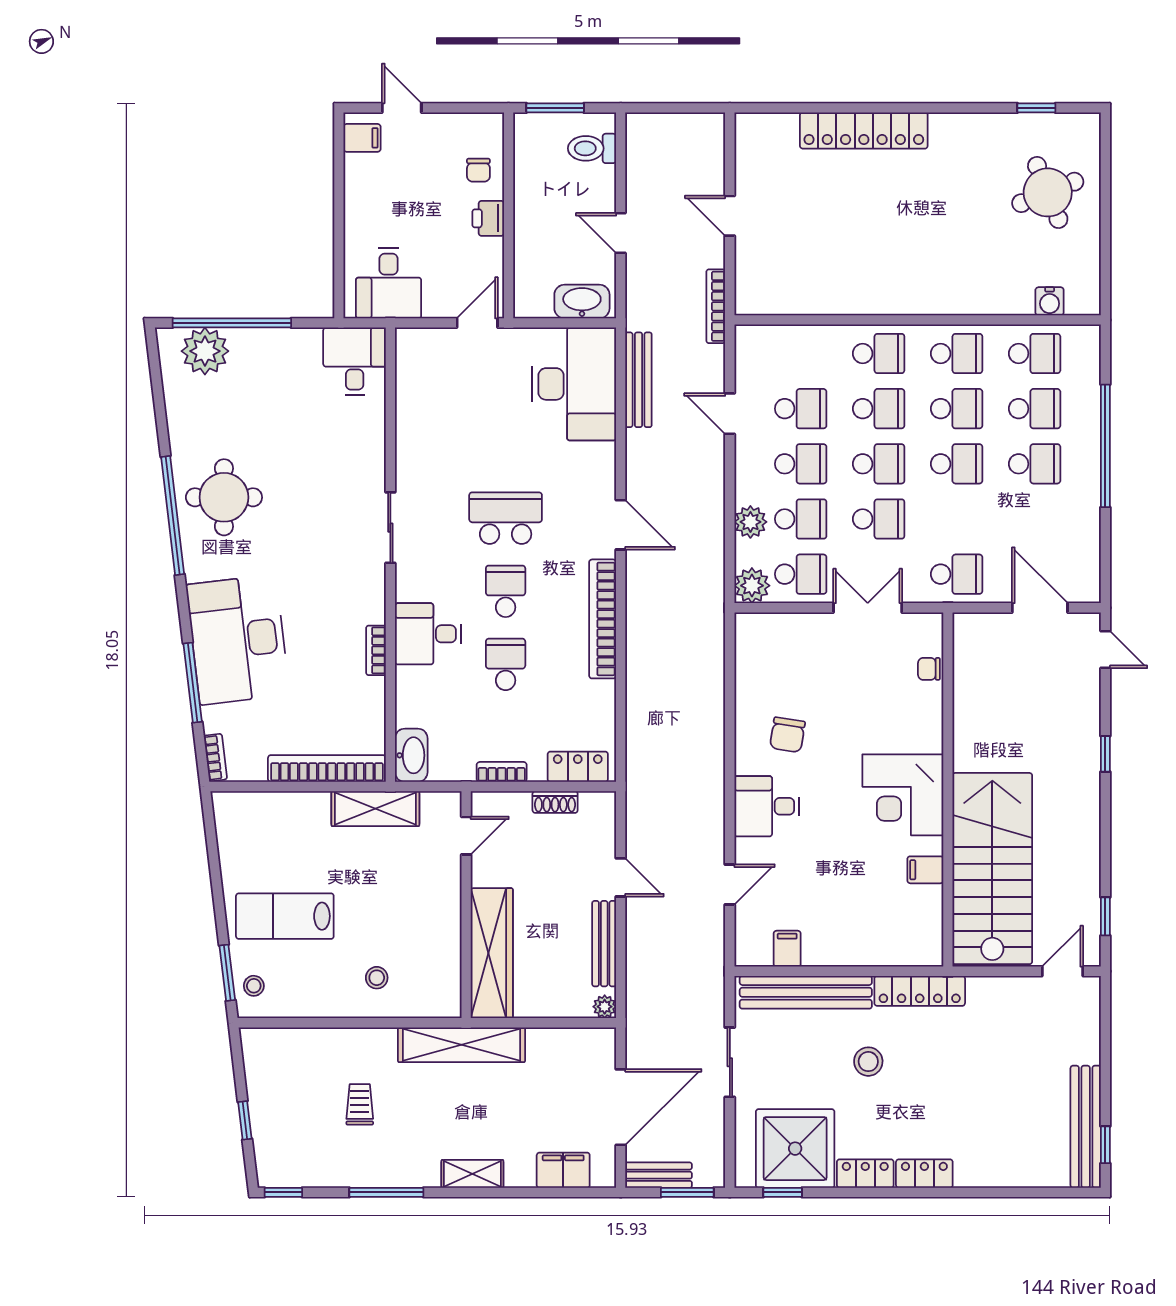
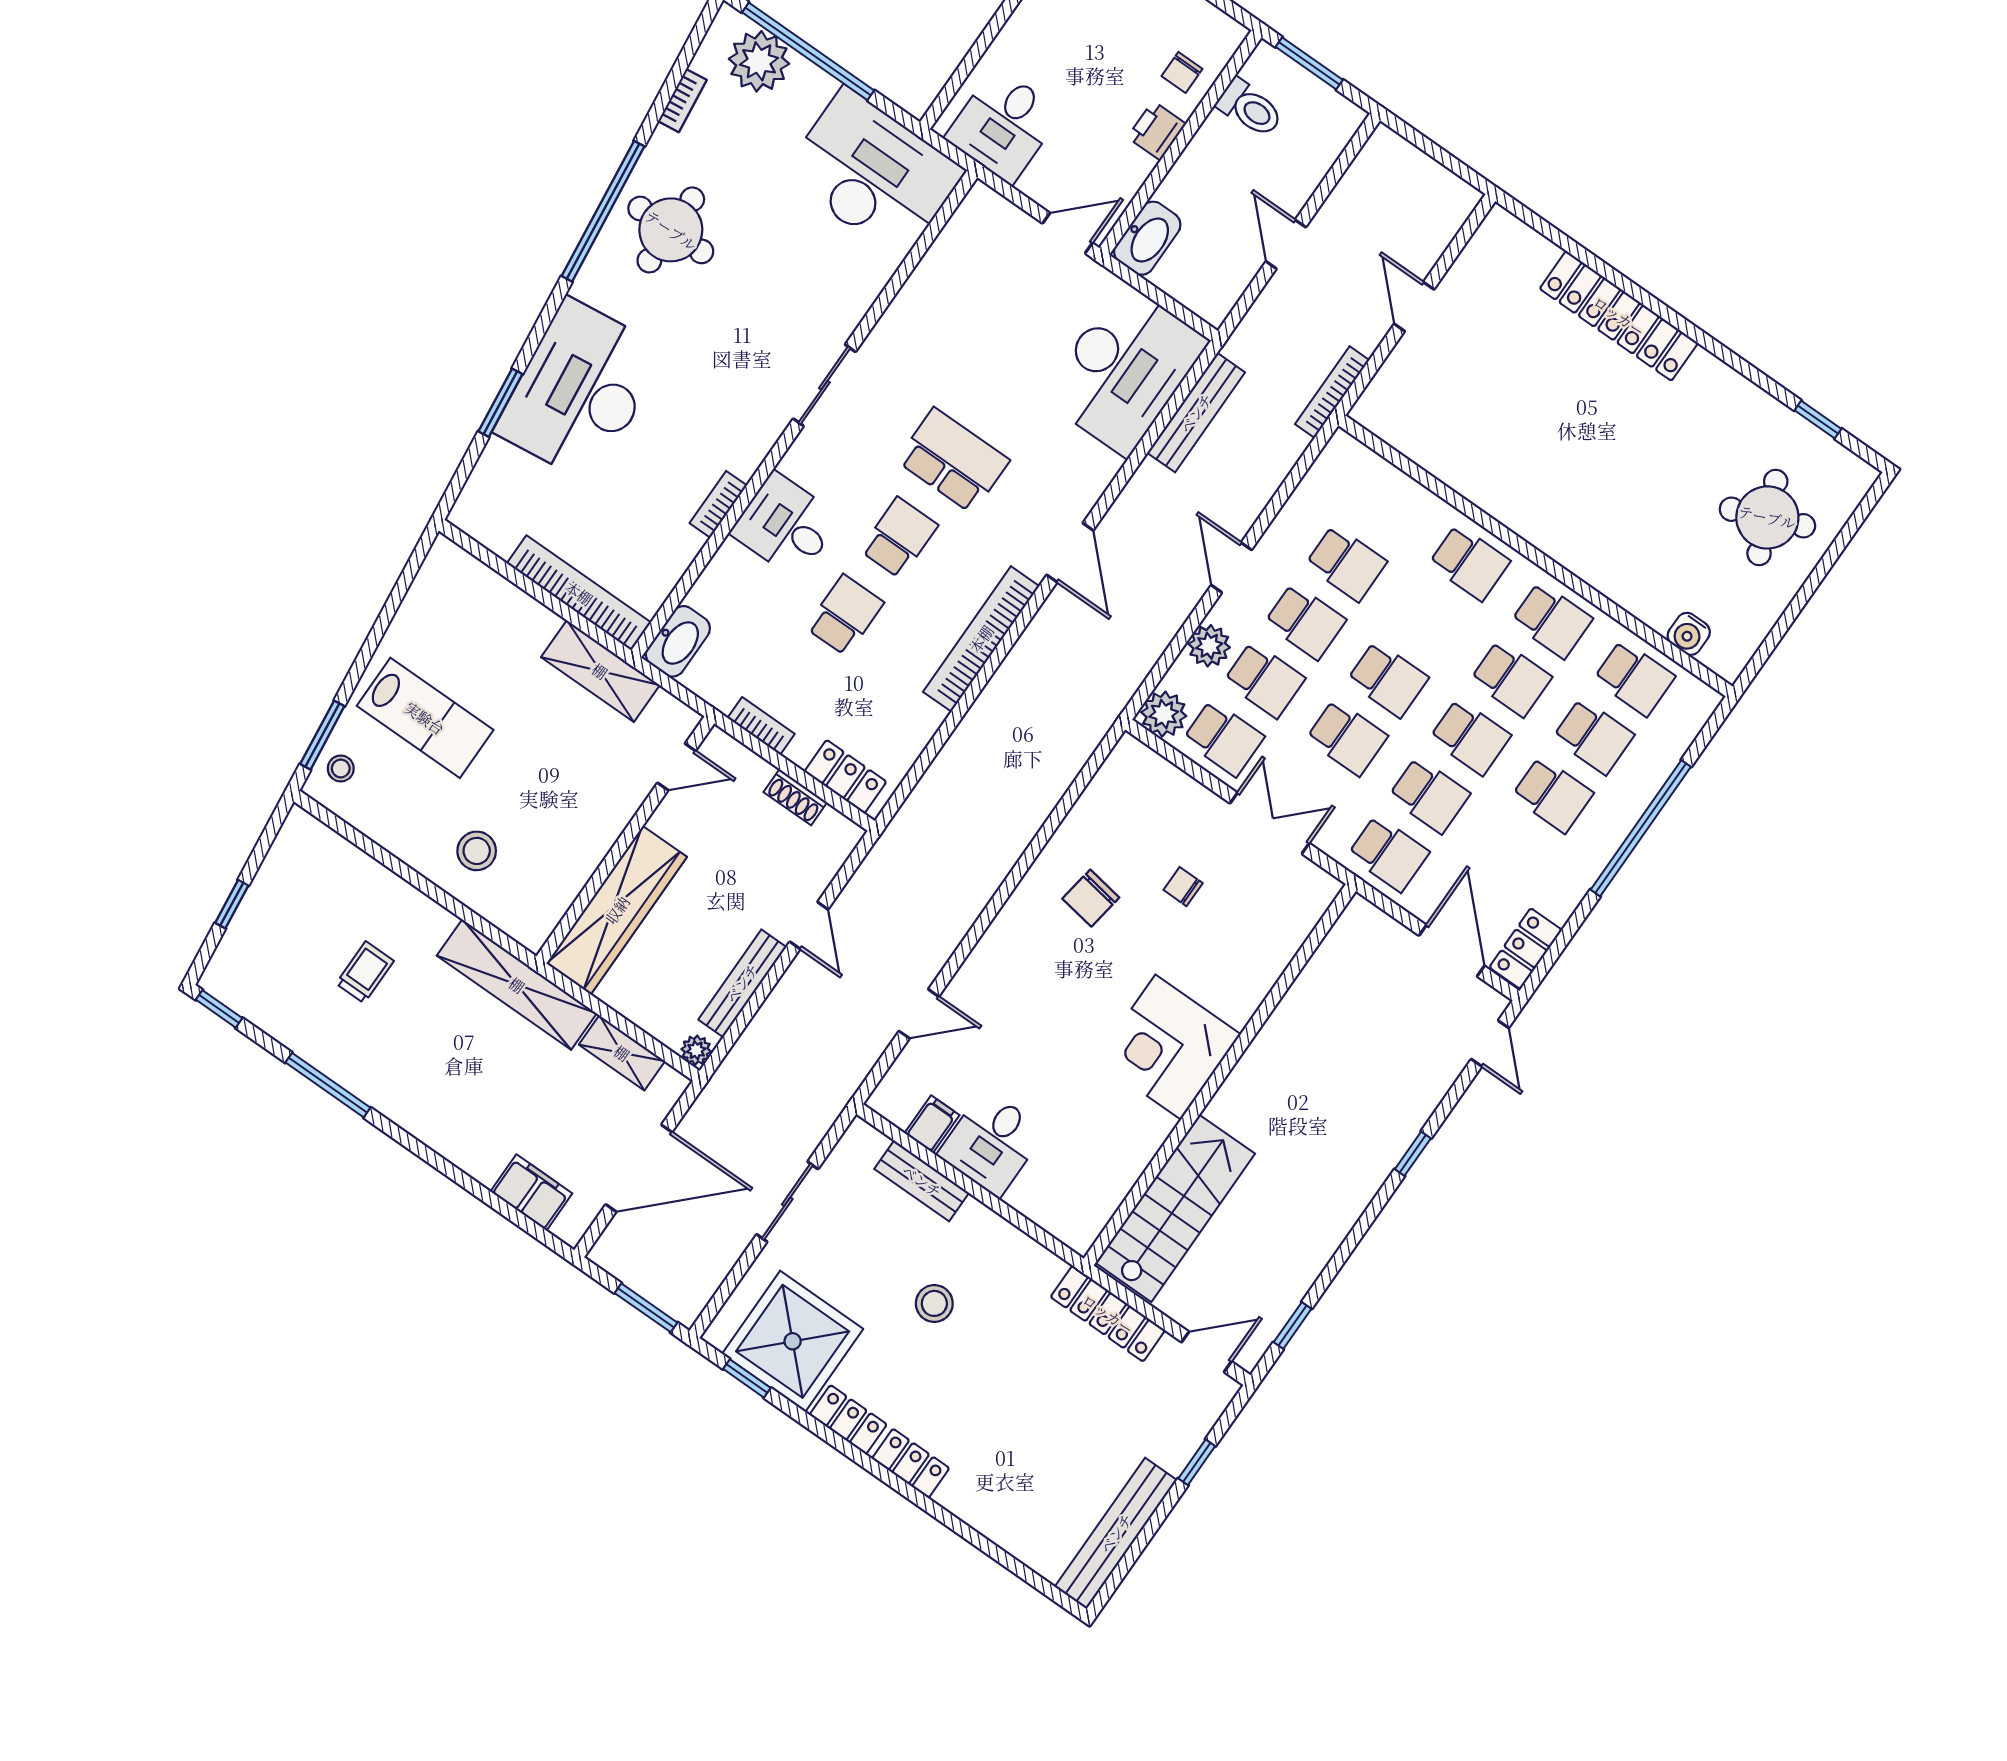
toilet: (592, 148) -> (1250, 108), moved, turned 180
washbasin: (582, 302) -> (1147, 238), moved, turned 90
desk: (355, 361) -> (873, 173), width x1.87, depth x1.30
school desk: (879, 409) -> (1429, 795), moved
door: (730, 414) -> (1231, 567), moved
locker: (1086, 574) -> (1526, 949), added
chair: (929, 669) -> (1183, 887), moved
window: (193, 683) -> (500, 403), width x0.69
bookcase: (215, 757) -> (682, 101), moved
desk: (767, 806) -> (992, 1143), moved, turned -90
stairs: (992, 869) -> (1175, 1208), width x0.73, depth x0.66
filing cabinet: (925, 870) -> (1137, 1143), removed
lab bench: (285, 916) -> (425, 718), turned 180
stool: (377, 978) -> (477, 851), width x1.37, depth x1.37
locker: (920, 991) -> (1108, 1314), moved
bench: (806, 992) -> (922, 1181), width x0.54, depth x0.82
window: (1105, 1145) -> (1197, 1462), moved
shelving: (472, 1174) -> (622, 1053), moved
bench: (659, 1175) -> (628, 1268), removed

